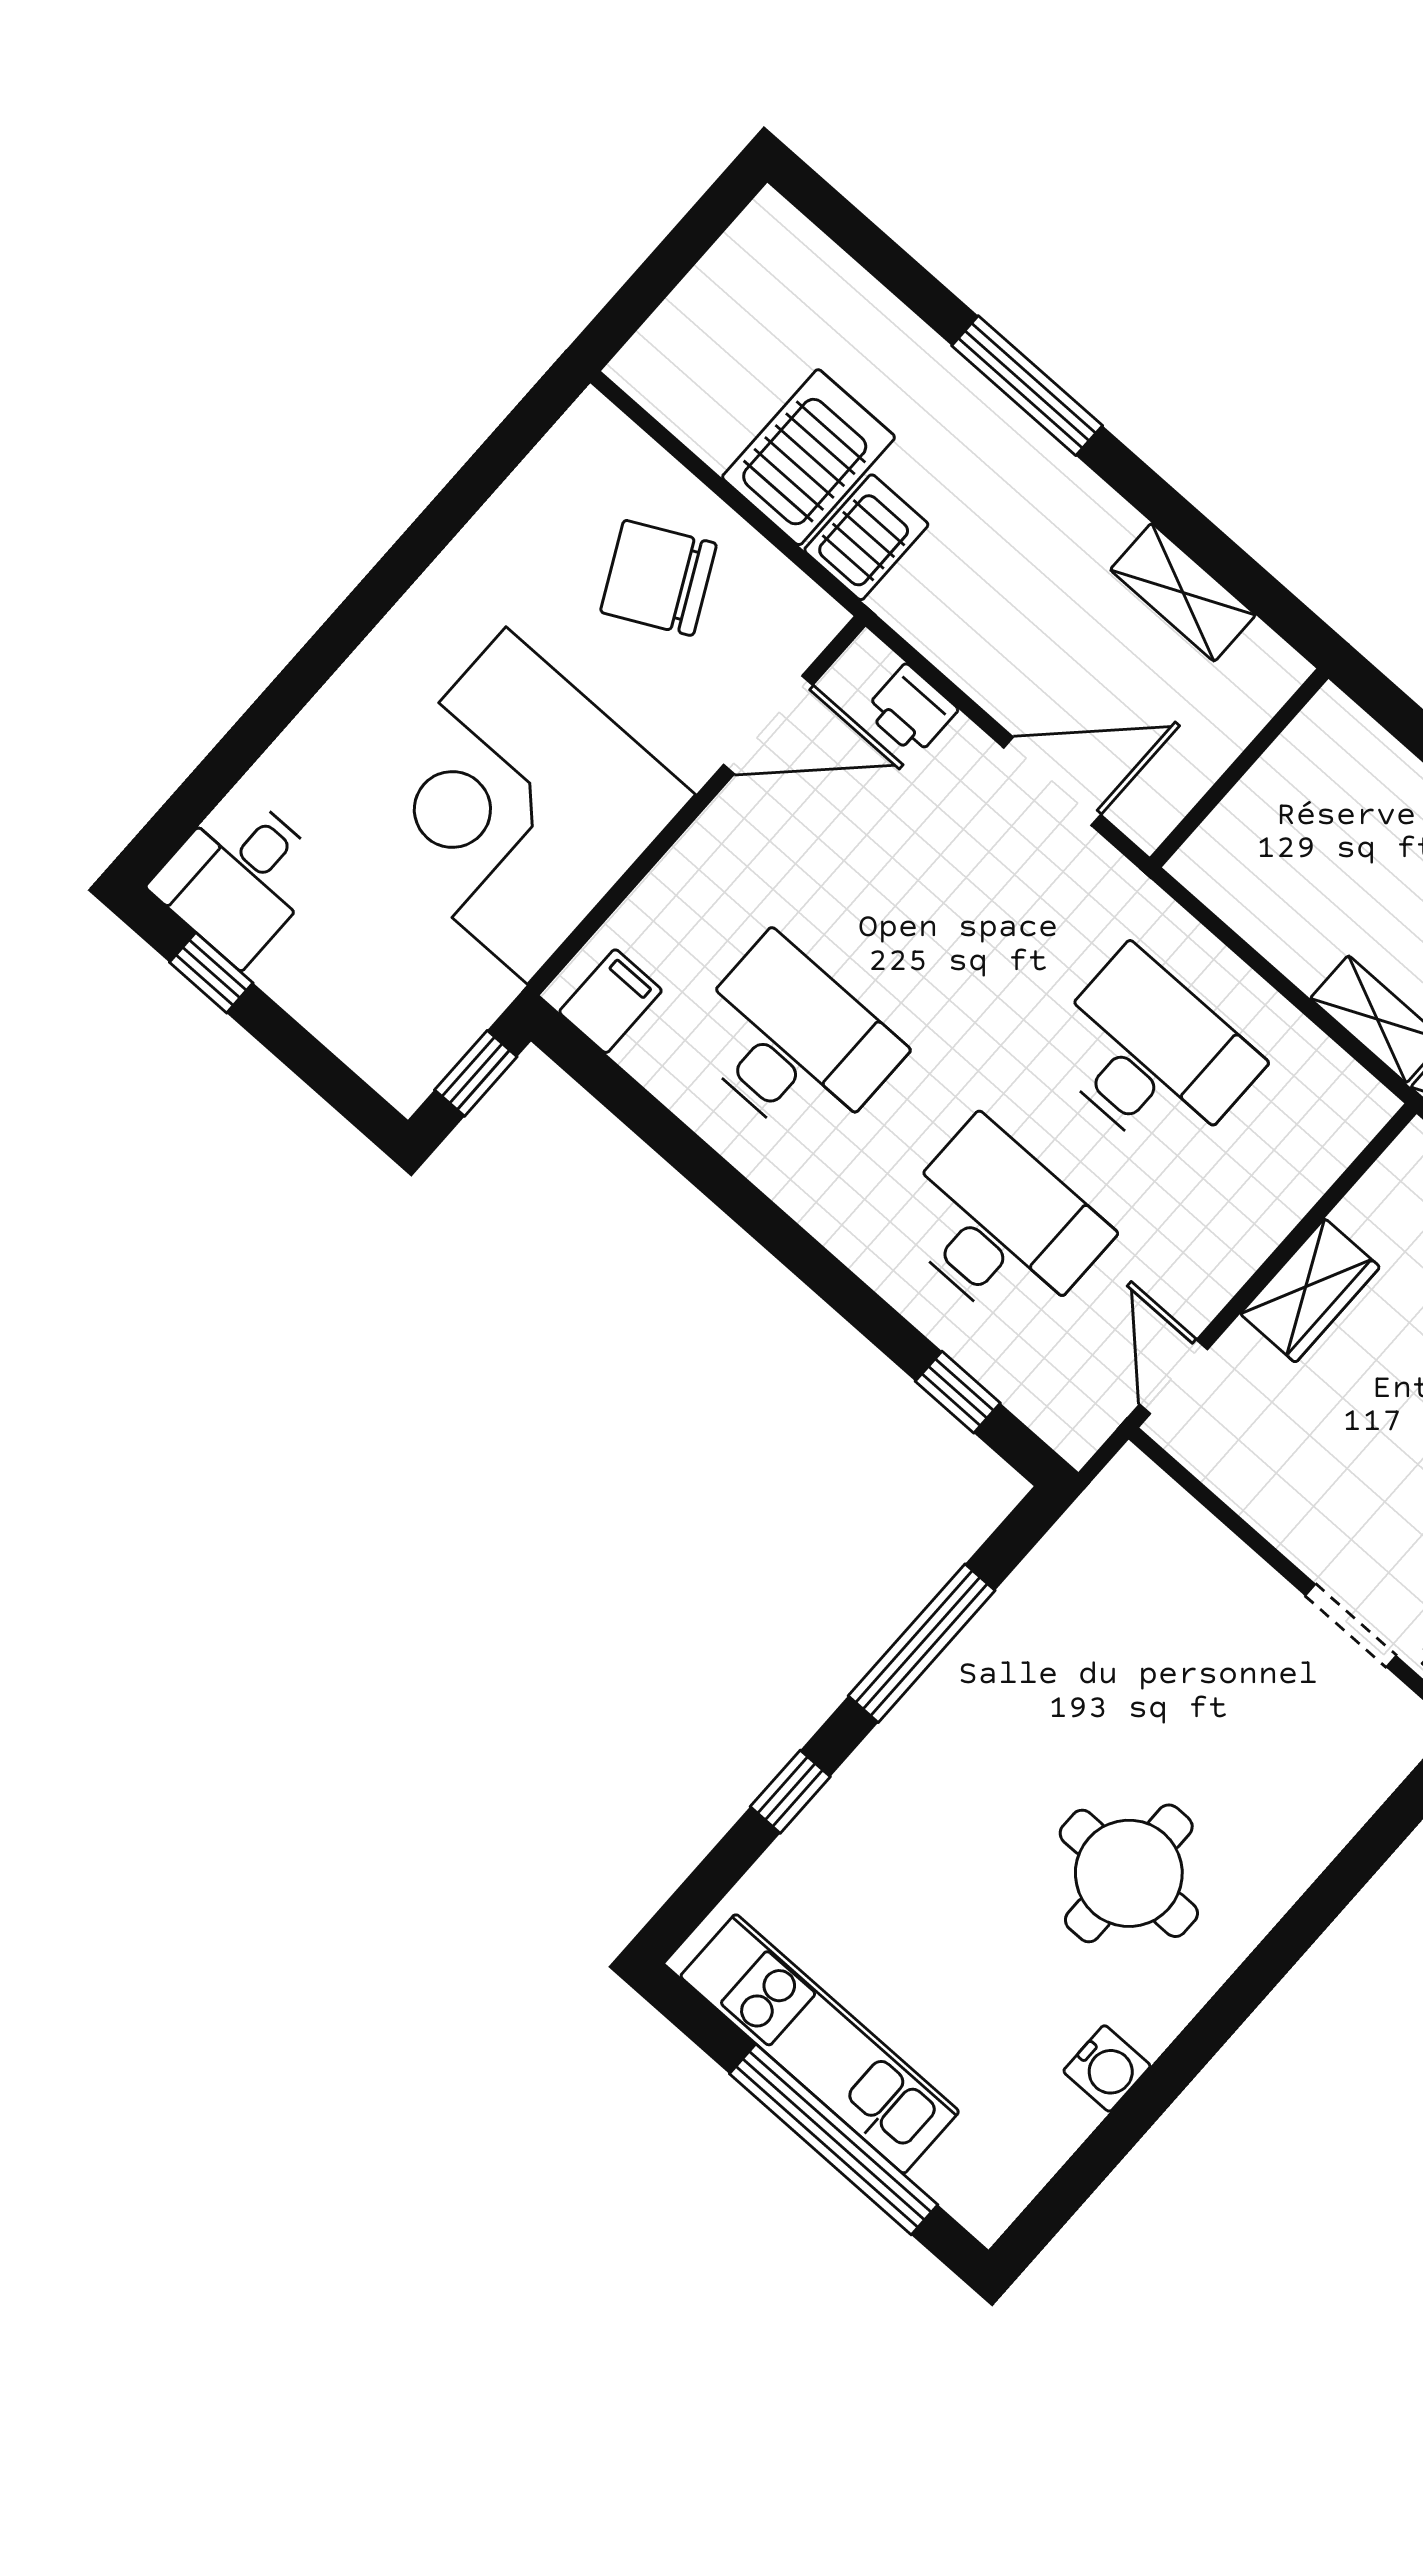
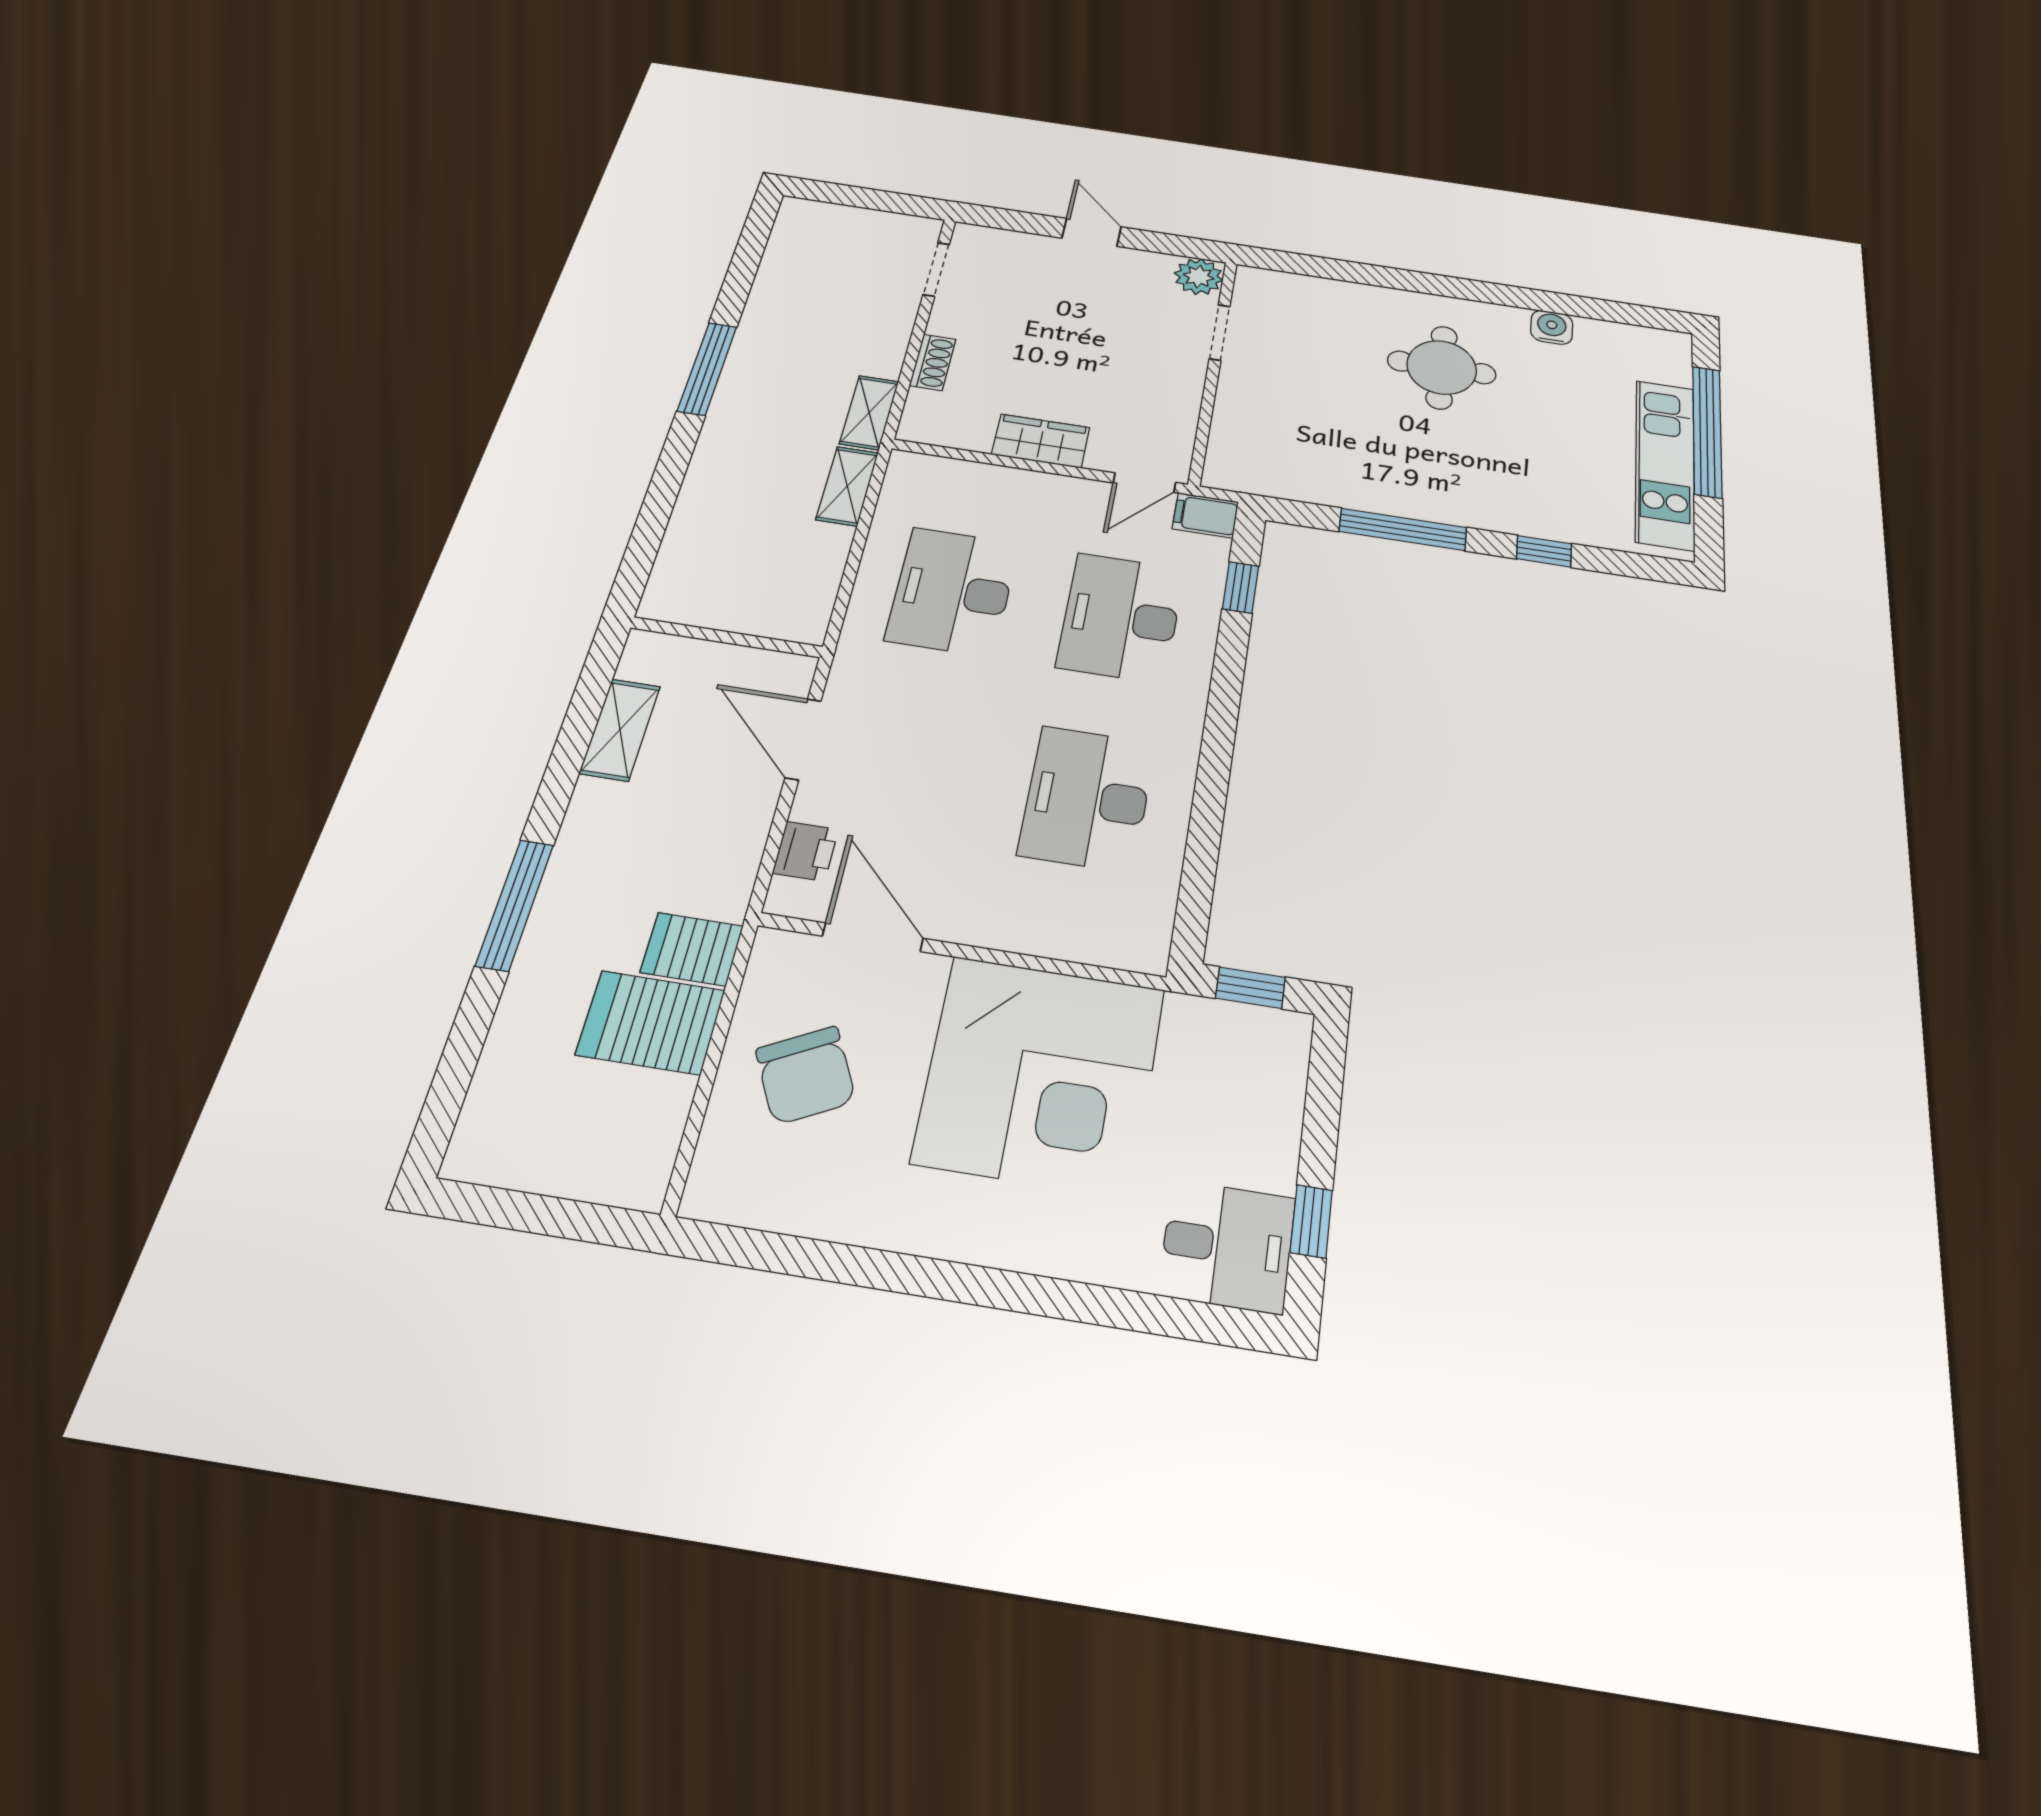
filing cabinet: (611, 1001) -> (1205, 515), moved

